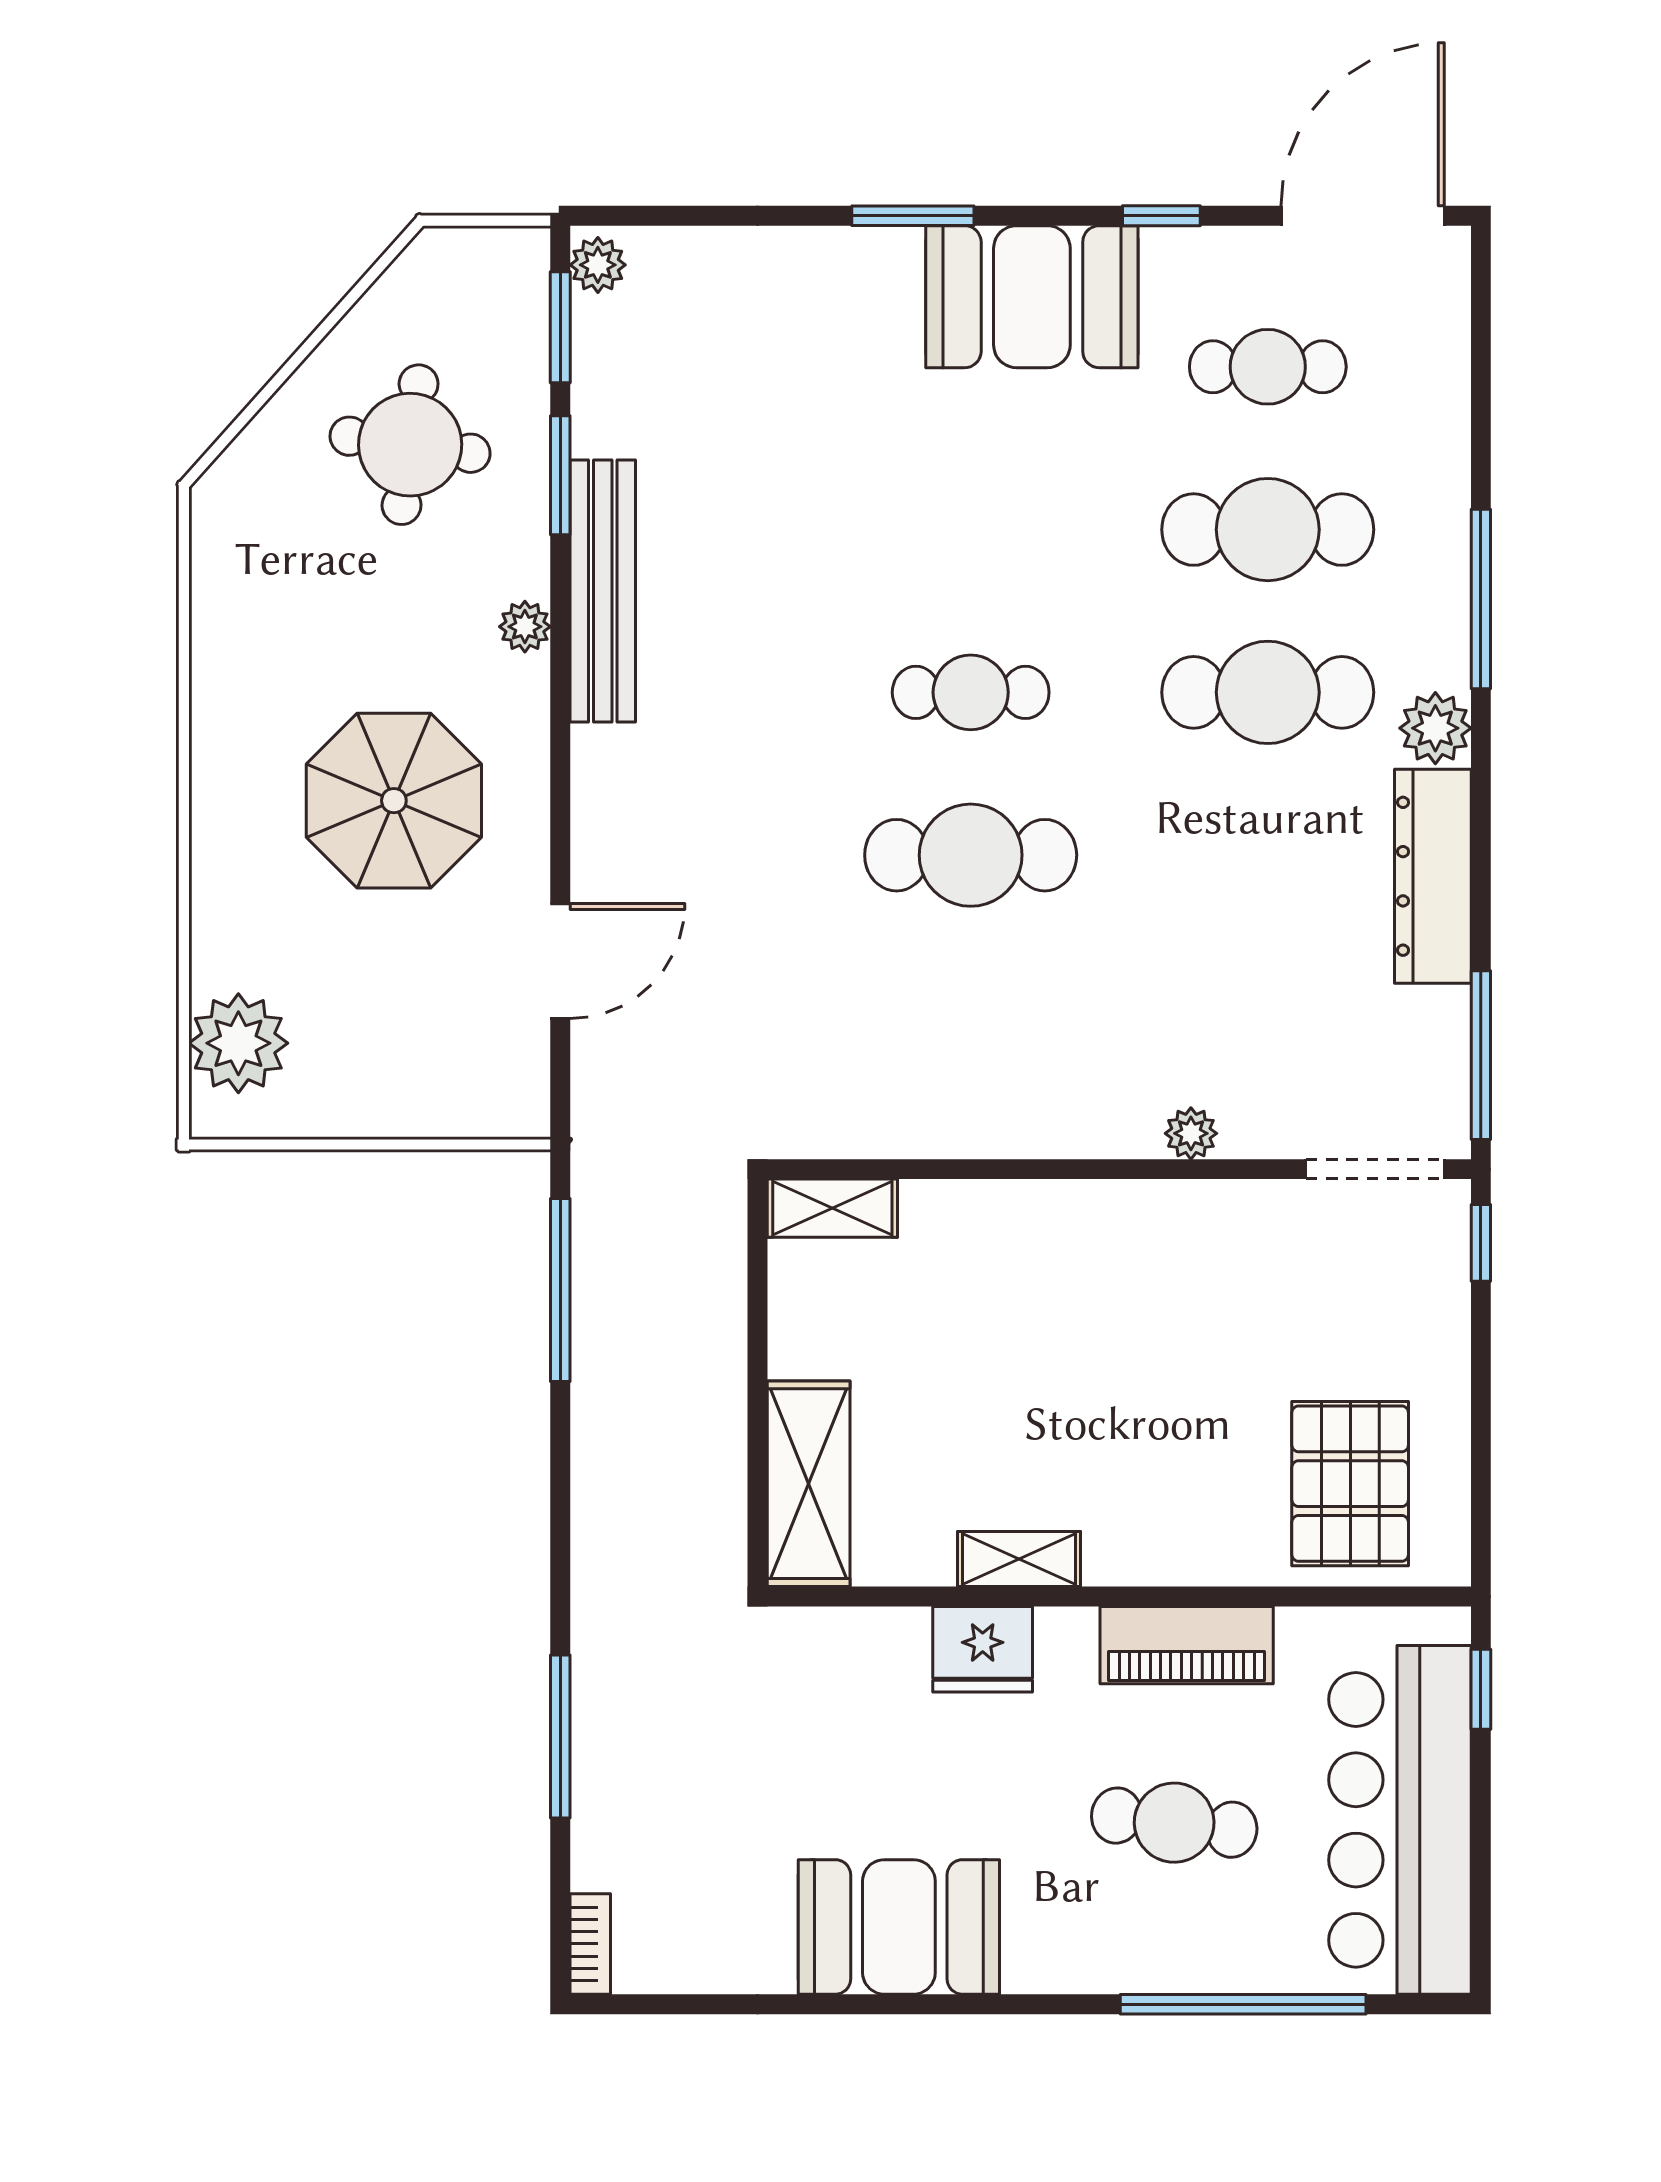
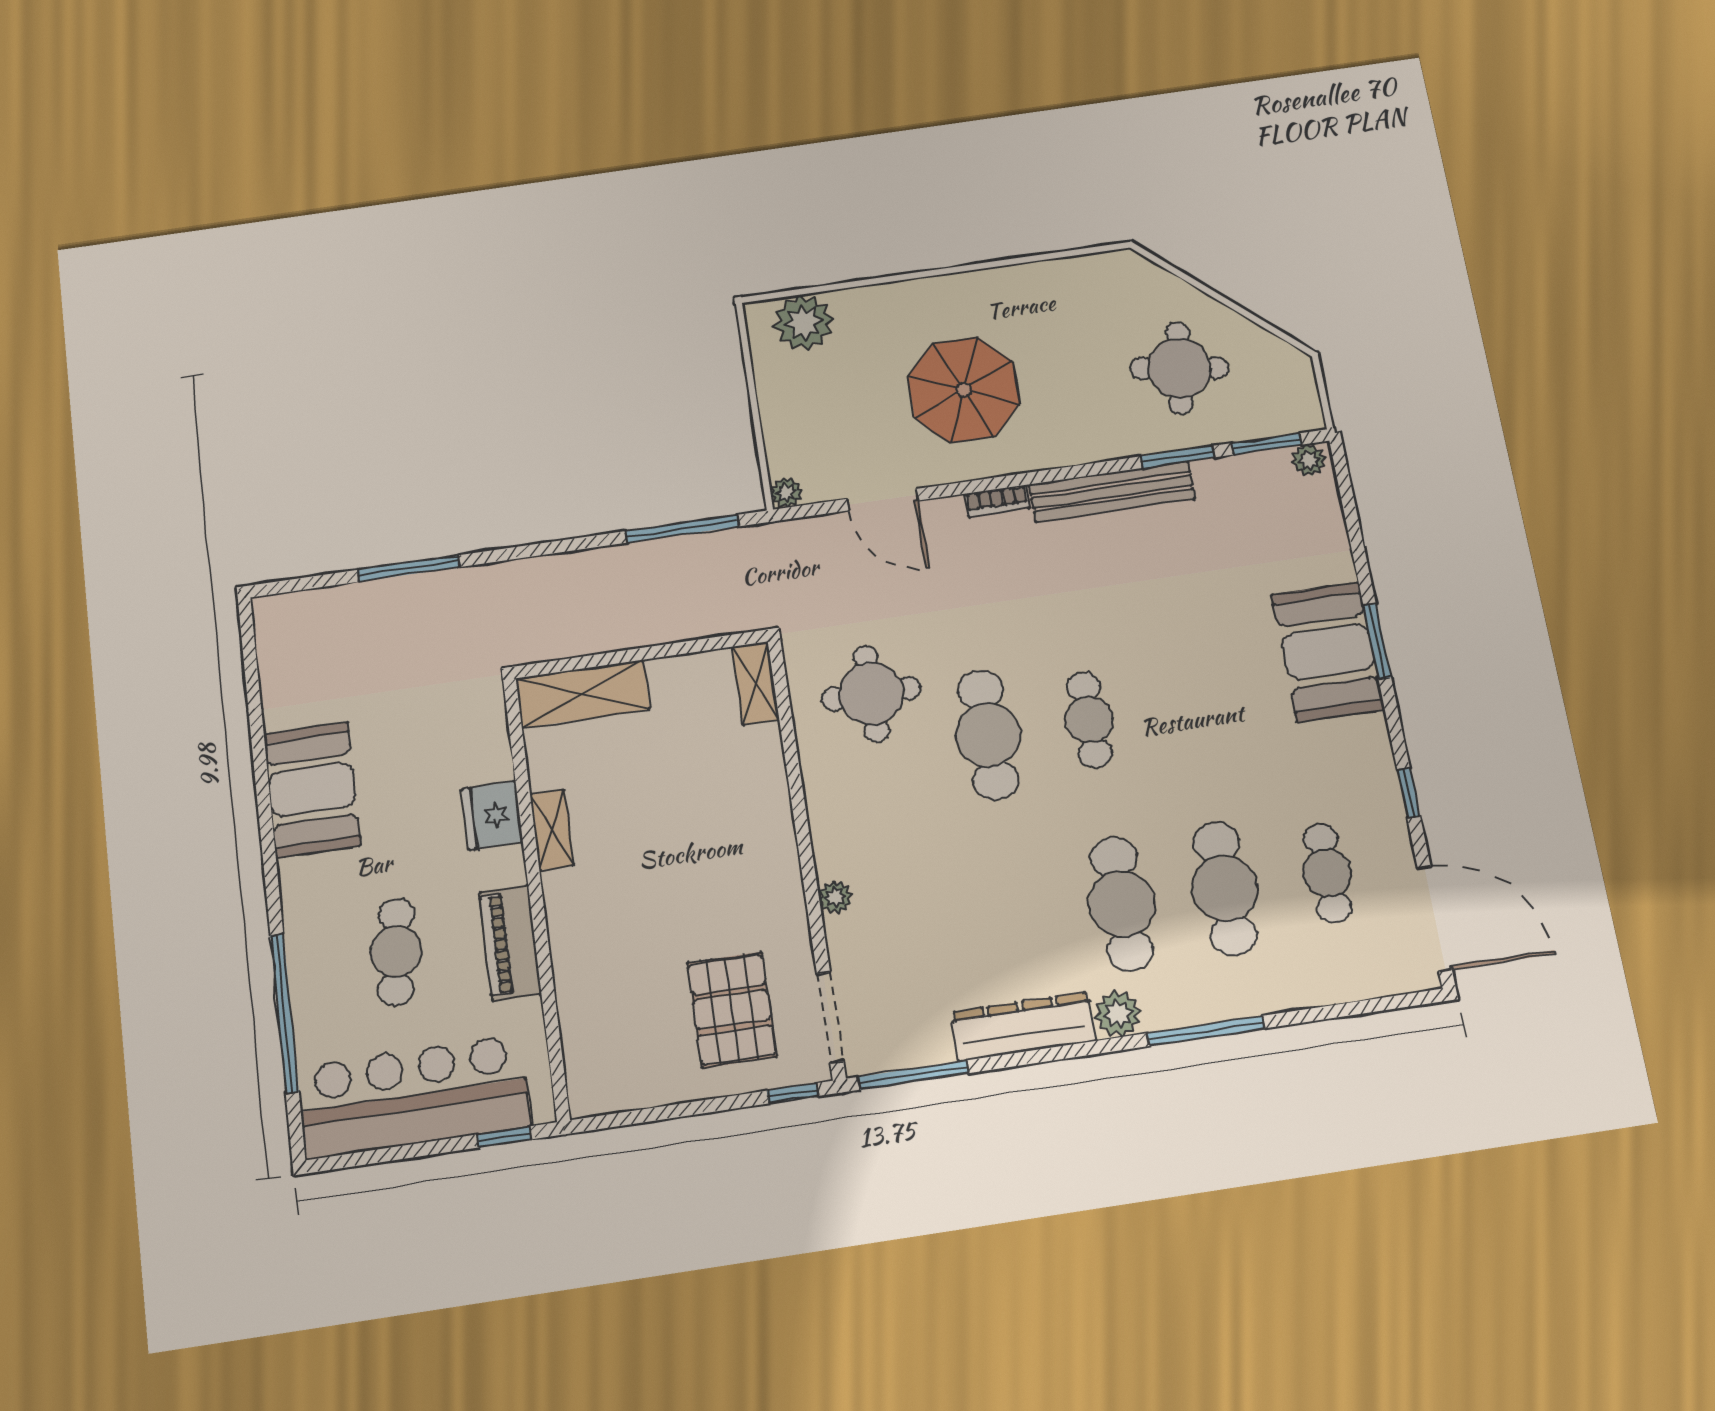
booth: (1032, 297) -> (1328, 652), moved
plant: (525, 627) -> (786, 493), moved
round table: (877, 1028) -> (871, 694), added
pallet: (1350, 1484) -> (732, 1010), moved, turned 90
bookcase: (590, 1944) -> (997, 501), moved

